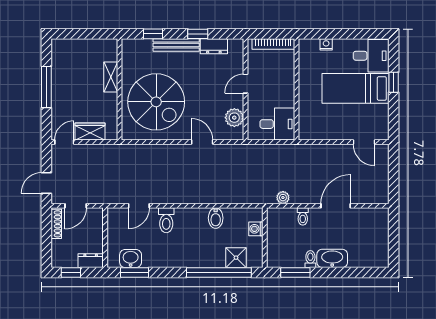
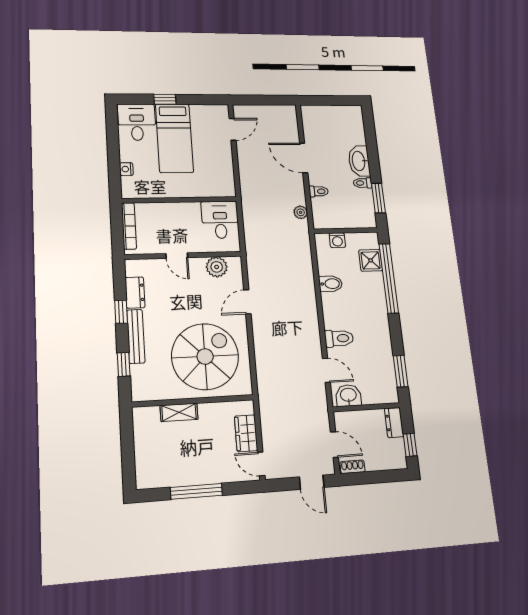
shoe rack: (56, 224) -> (352, 467), width x0.70
washbasin: (131, 259) -> (348, 395), moved, turned 90

